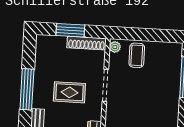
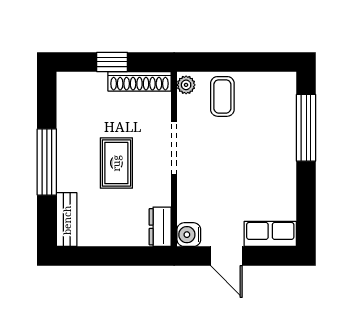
window: (70, 30) -> (112, 62), width x0.67
rug: (69, 92) -> (116, 163), turned 90

